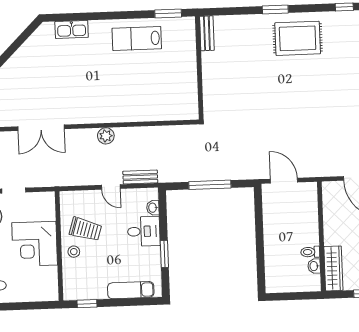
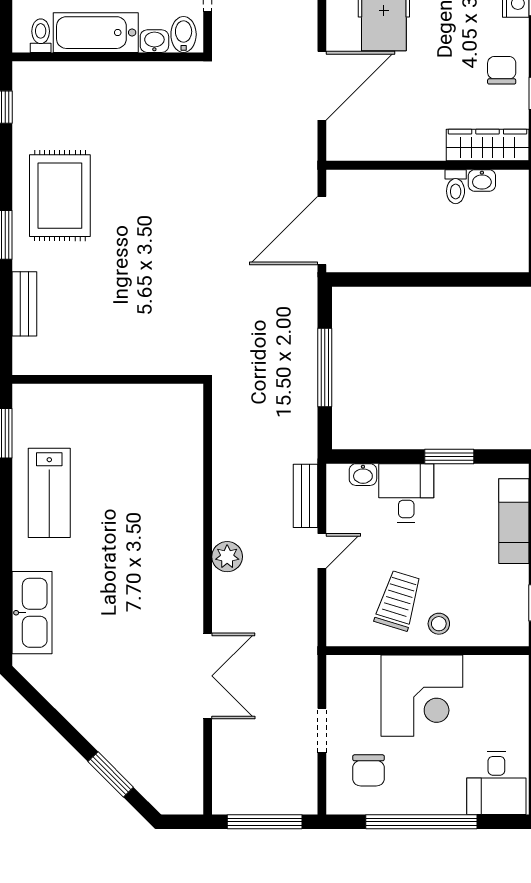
kitchen sink: (72, 29) -> (32, 613), width x1.36, depth x1.24
bench: (207, 33) -> (24, 304), moved, turned 90
door: (284, 181) -> (322, 231), width x1.36

